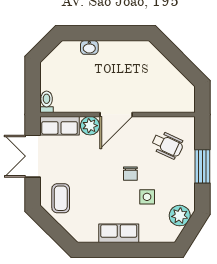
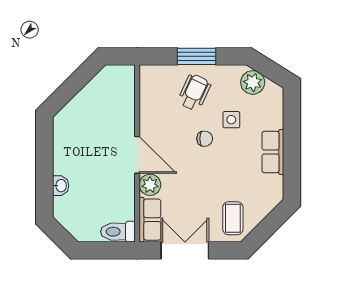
toilet: (47, 102) -> (118, 232), width x1.37, depth x1.39
wheelchair: (167, 145) -> (194, 92), moved
double door: (33, 156) -> (185, 250), swing flipped
coffee table: (61, 198) -> (233, 218), turned 90

